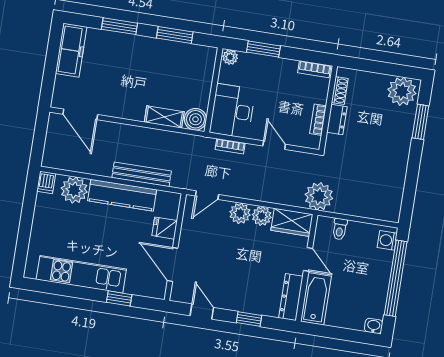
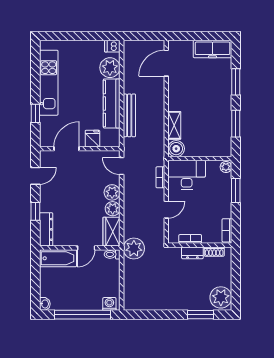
toilet: (340, 229) -> (112, 254), moved
dresser: (291, 297) -> (46, 229), moved, turned 90

